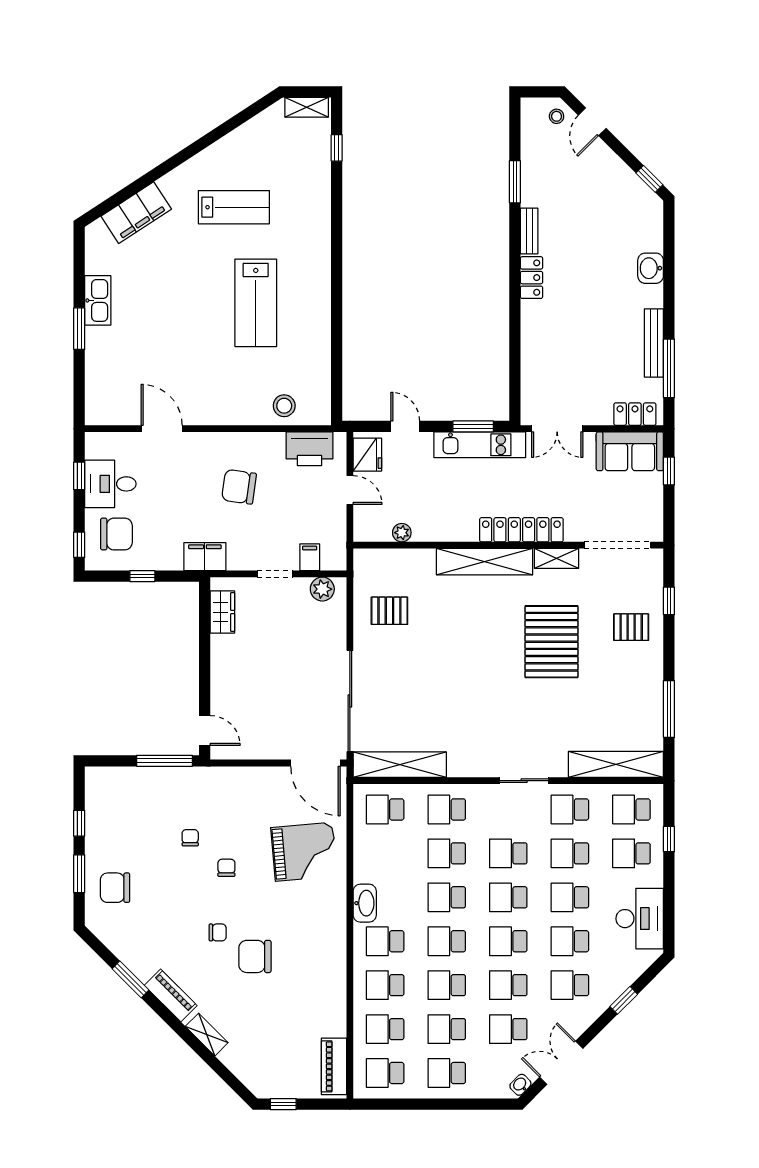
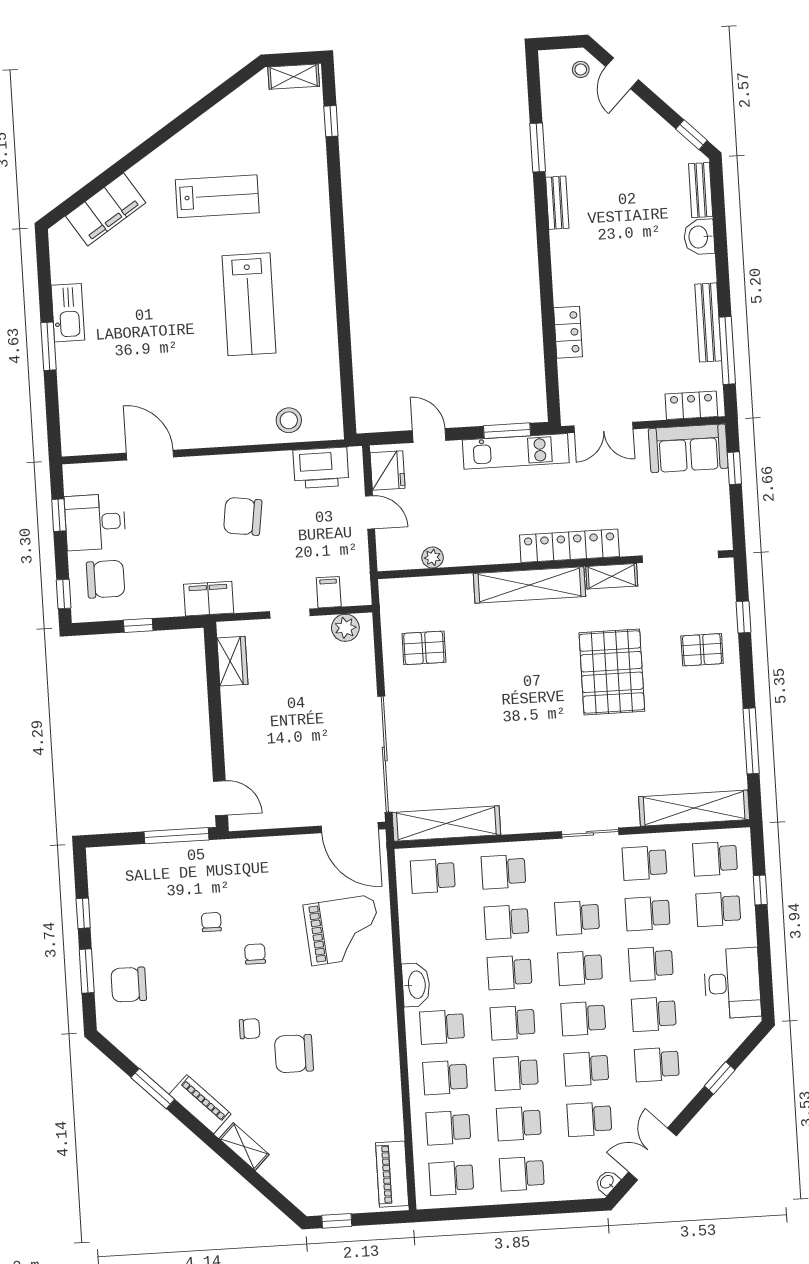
bench: (654, 228) -> (701, 190), added
locker: (532, 278) -> (568, 332), moved

